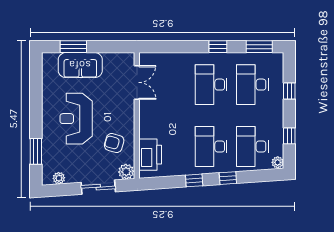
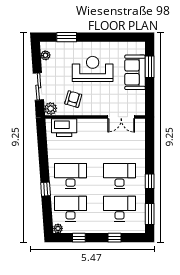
window: (194, 180) -> (44, 162), removed

